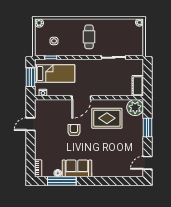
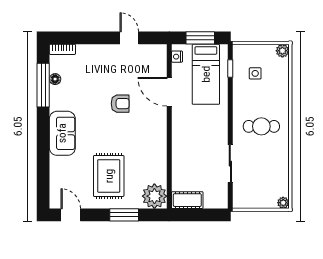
door: (81, 98) -> (169, 92), moved
rug: (107, 118) -> (109, 176), moved
sofa: (77, 168) -> (62, 133), moved

